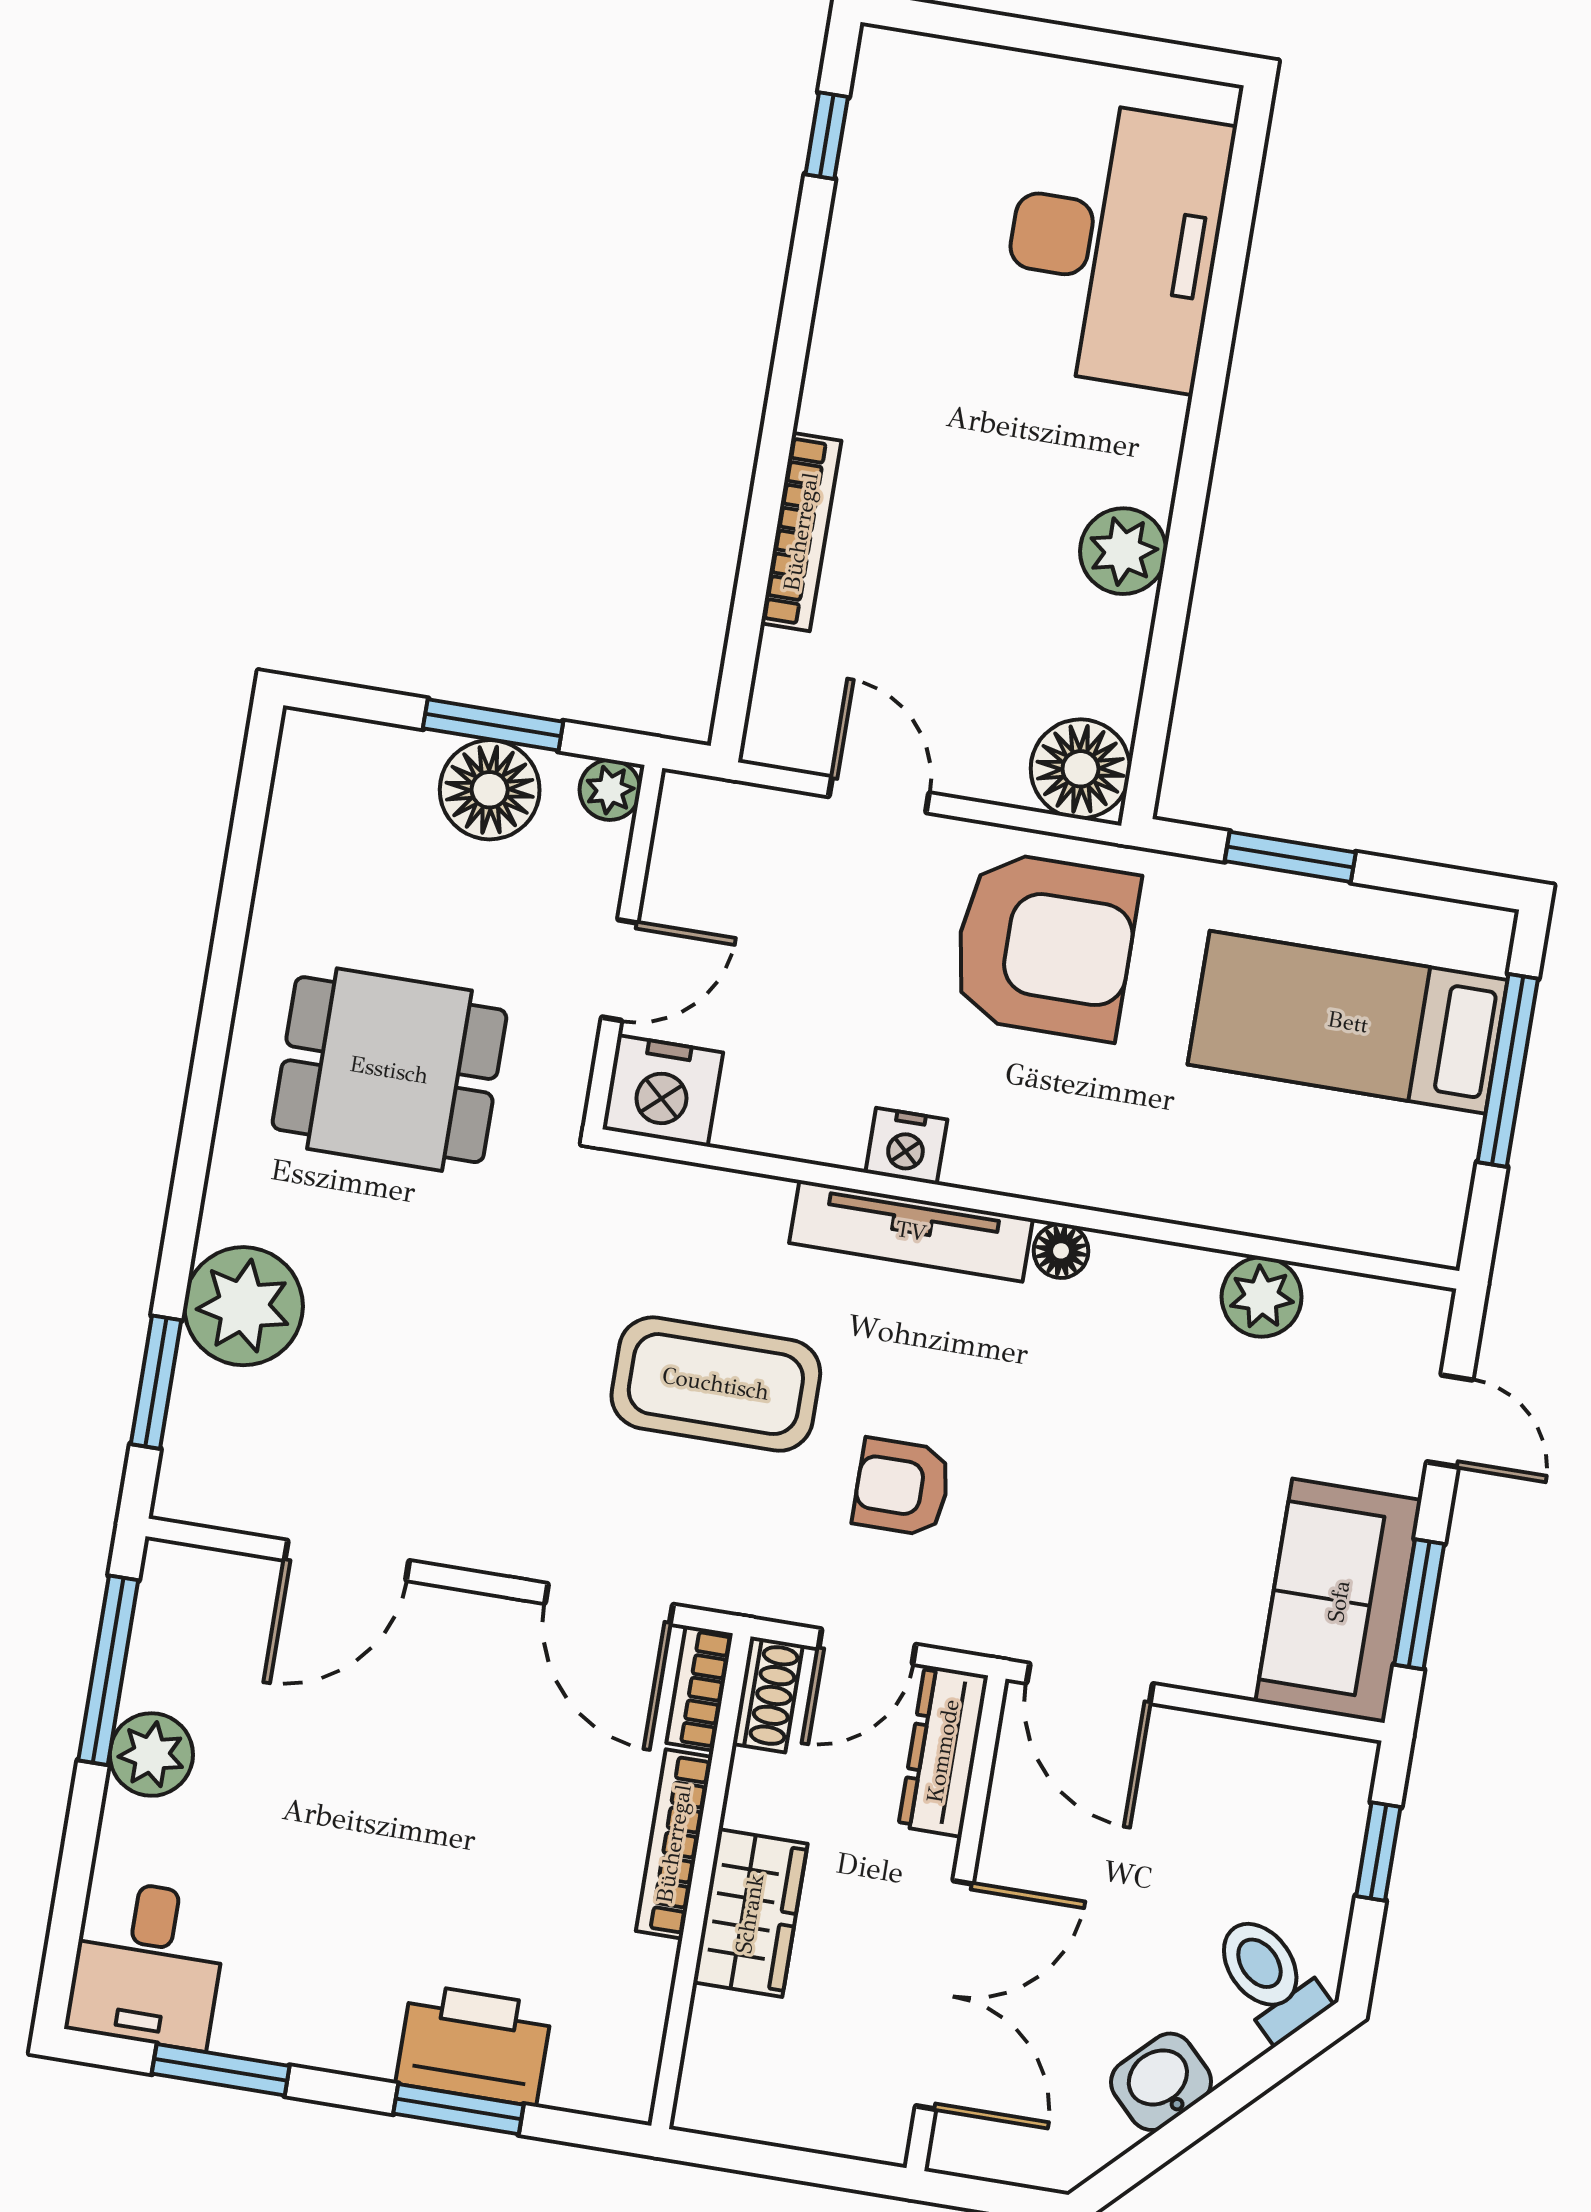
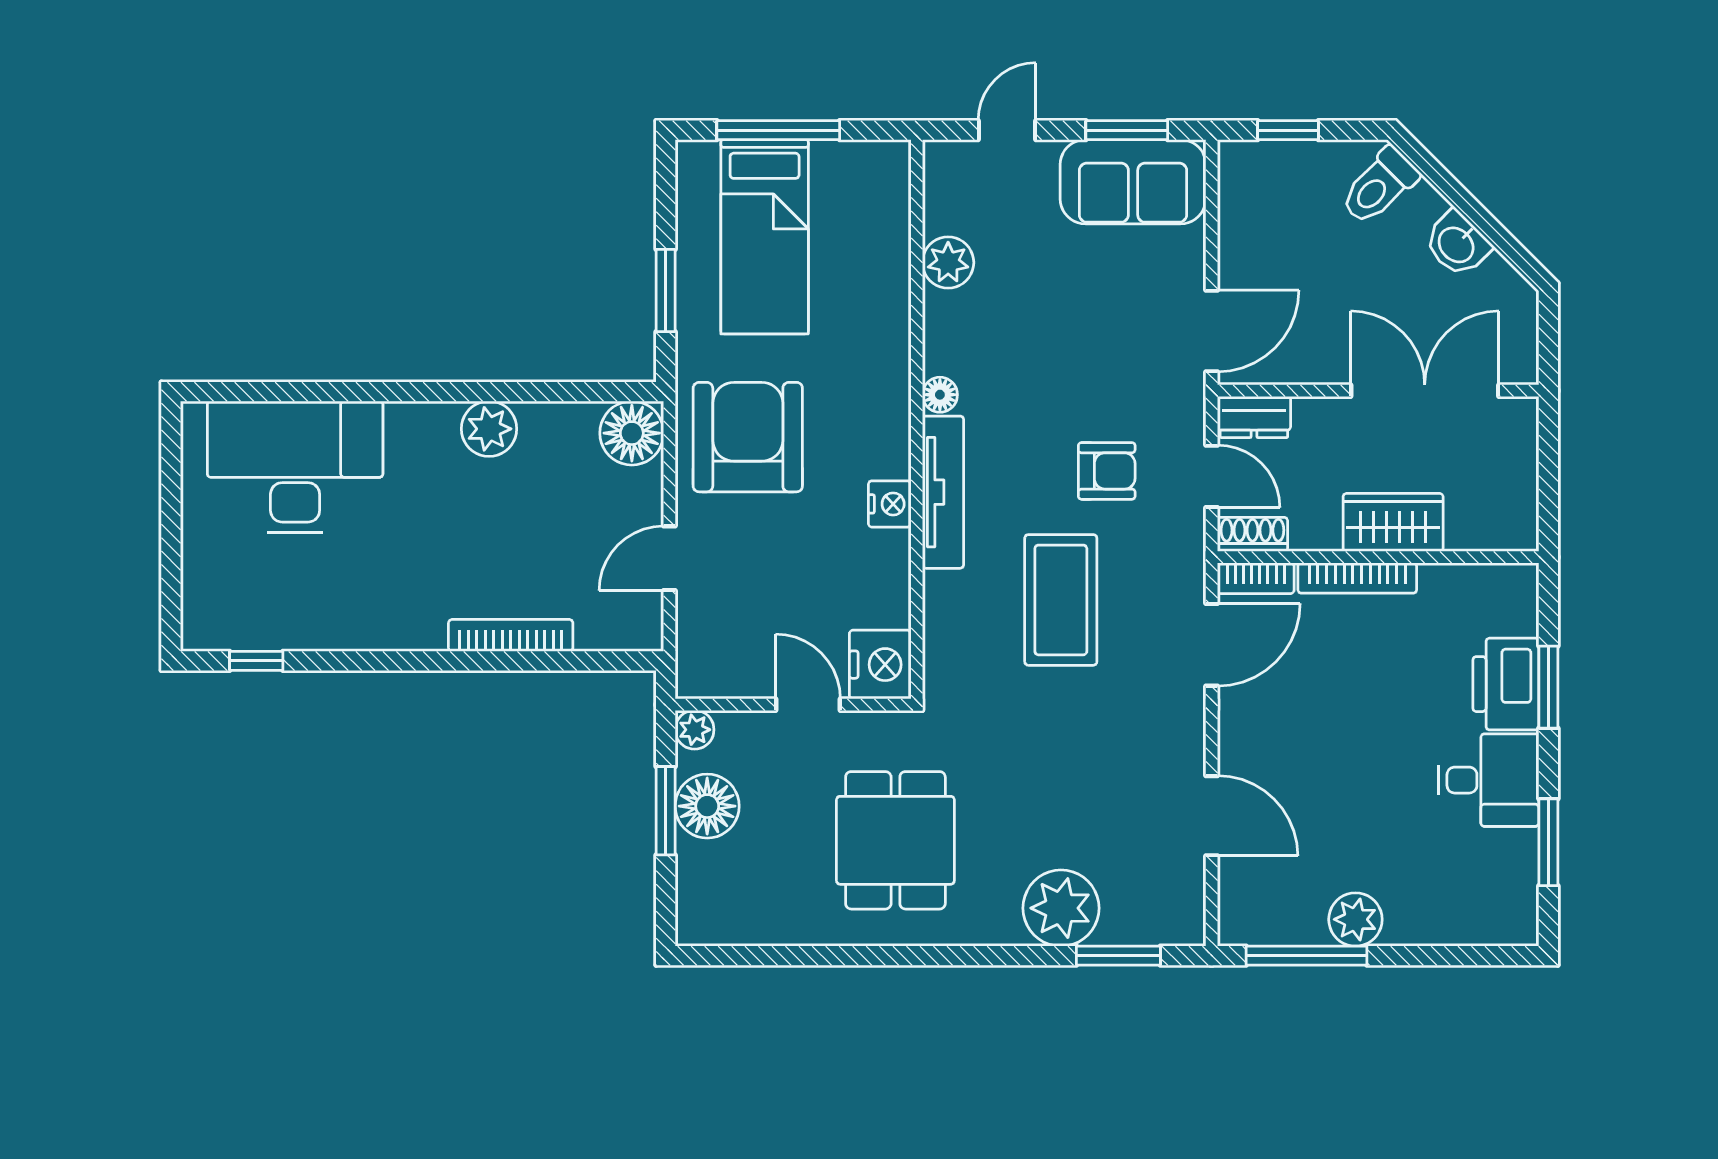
armchair: (902, 1487) -> (1107, 471), turned -90
dresser: (943, 1751) -> (1254, 417), width x0.70
desk: (148, 1964) -> (1489, 780), moved

